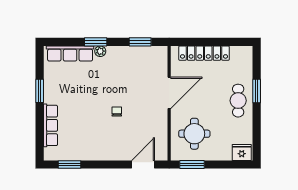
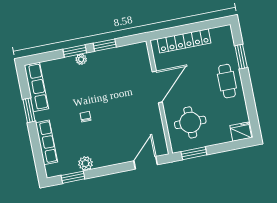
window: (140, 42) -> (105, 45), moved
row of seats: (70, 53) -> (36, 87), moved, turned -90
window: (257, 91) -> (241, 57), moved
chair: (117, 112) -> (86, 117), moved
plant: (84, 153) -> (86, 163), added

